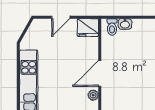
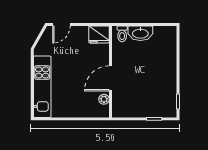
door: (61, 17) -> (61, 24), moved
washbasin: (125, 24) -> (140, 33), width x1.91, depth x1.45

